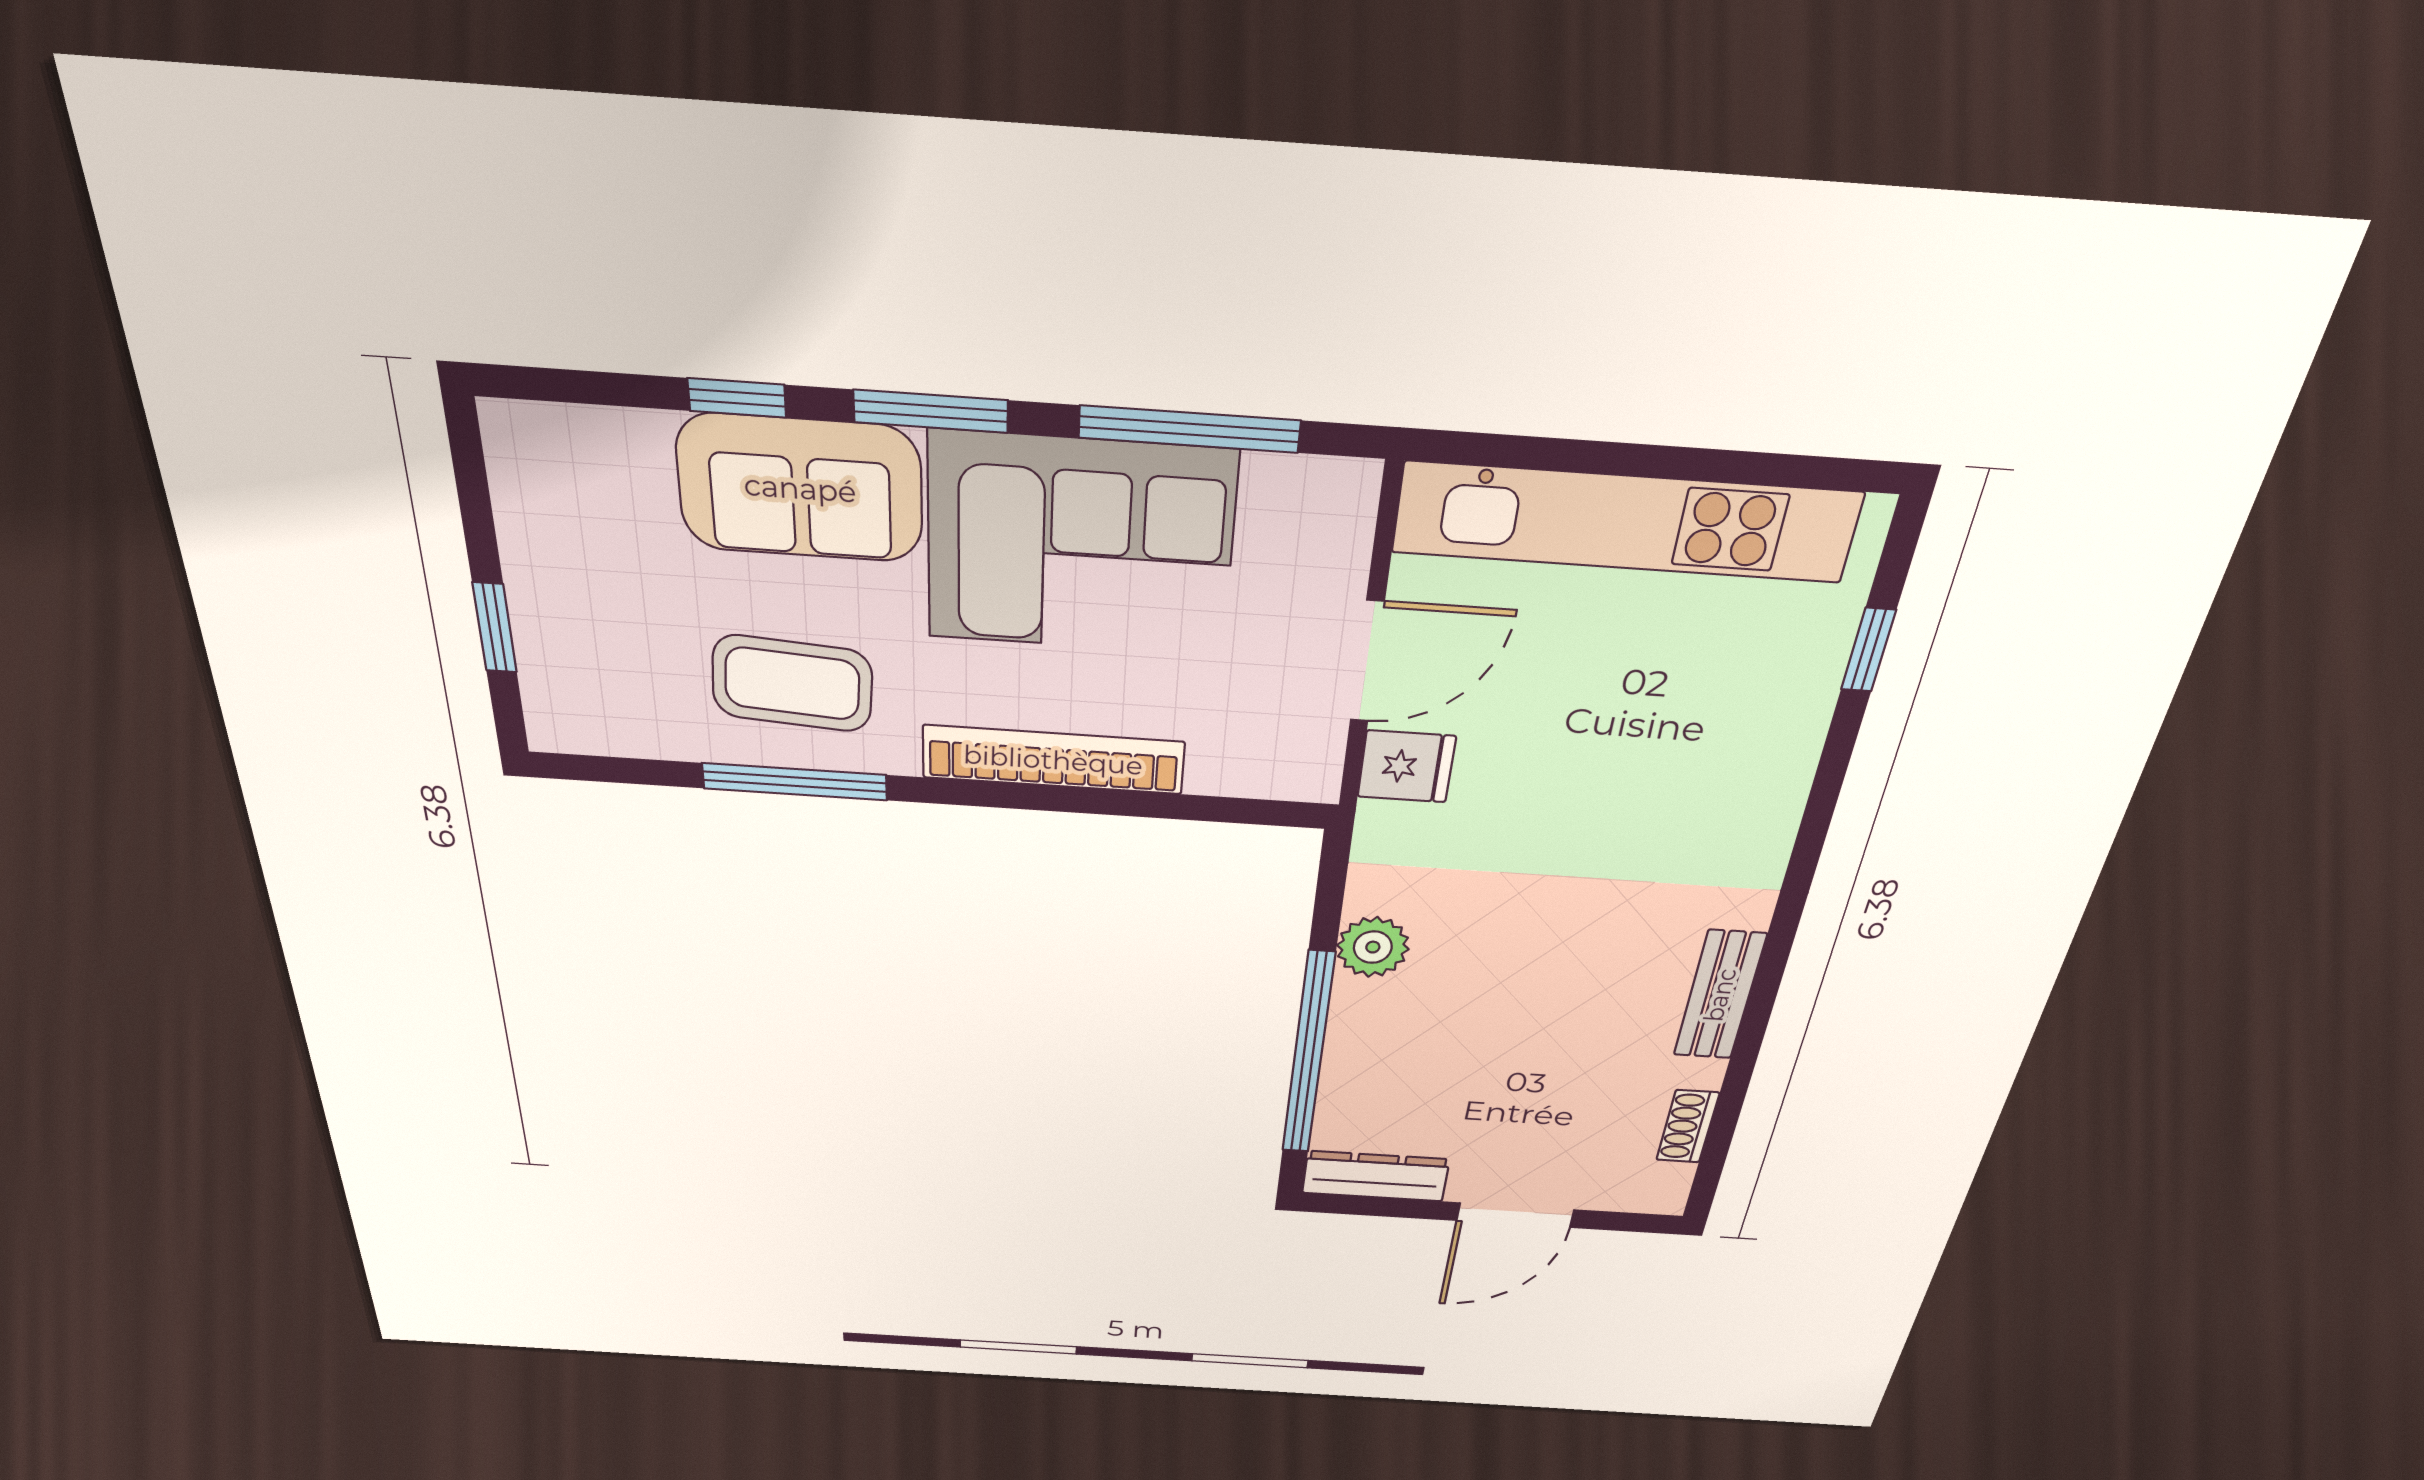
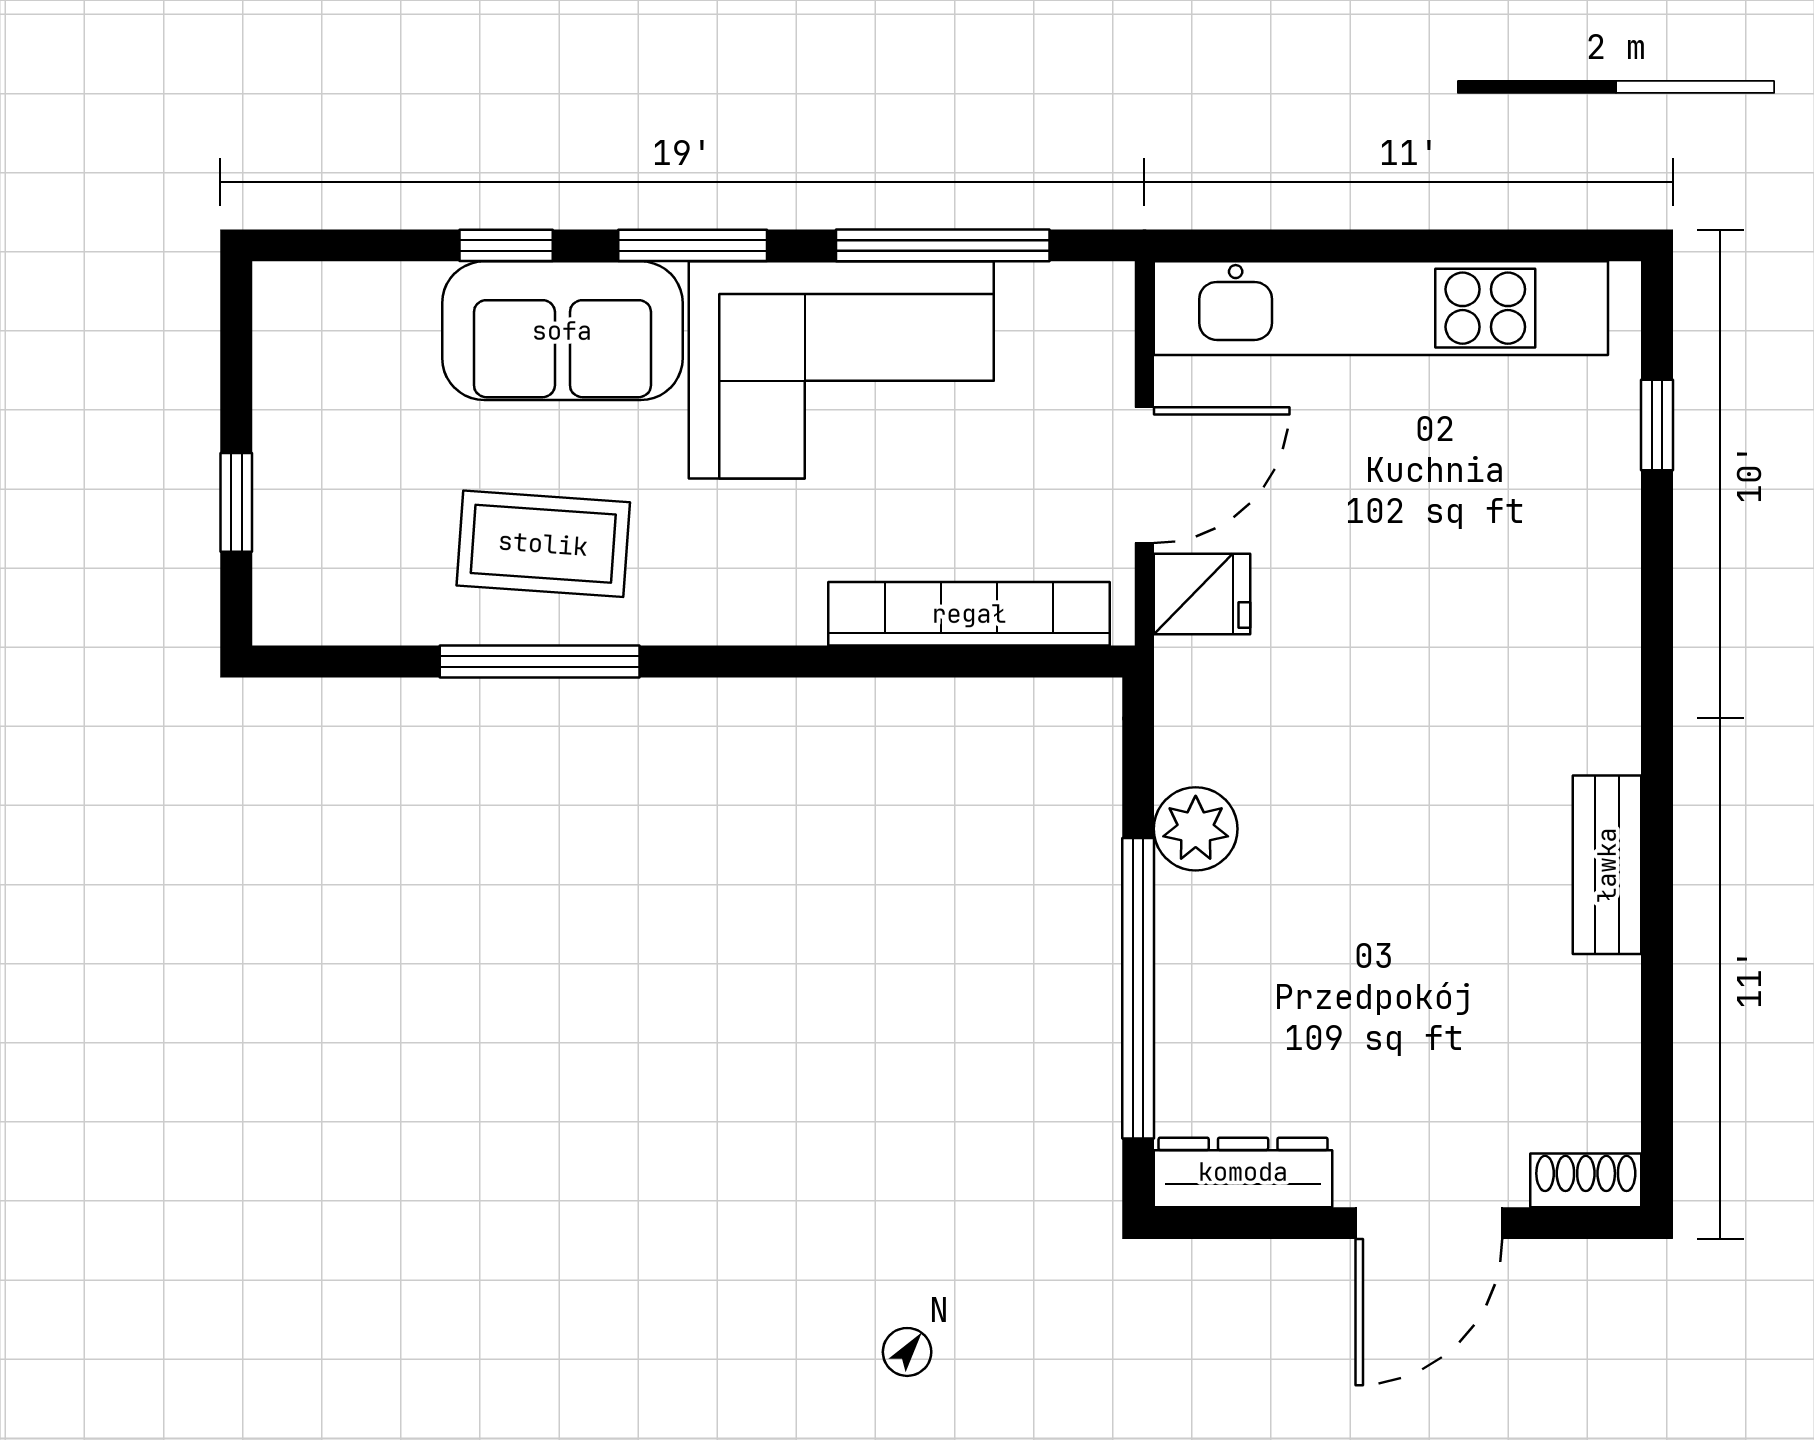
bookcase: (1053, 760) -> (969, 614), moved
shoe rack: (1688, 1126) -> (1586, 1180), moved, turned 90

